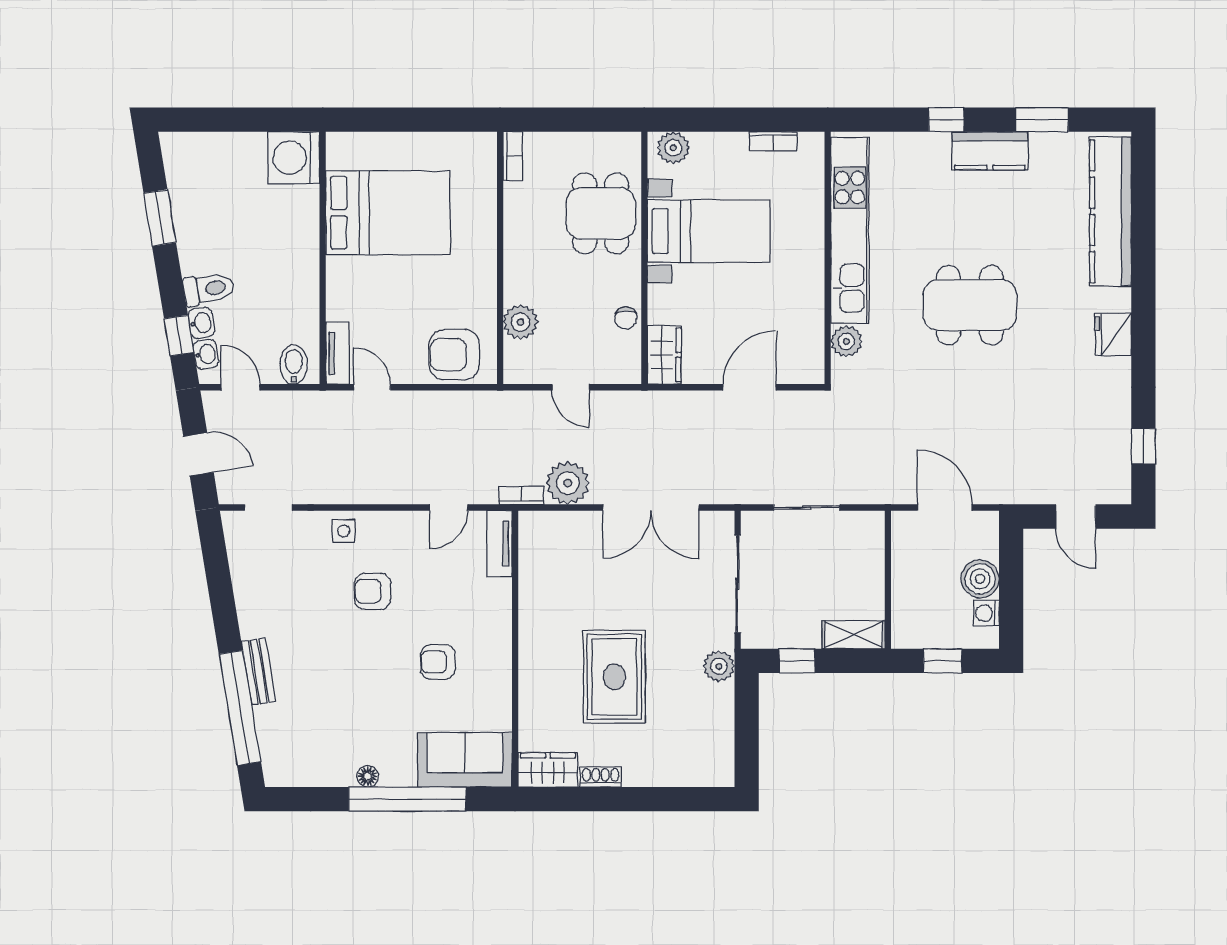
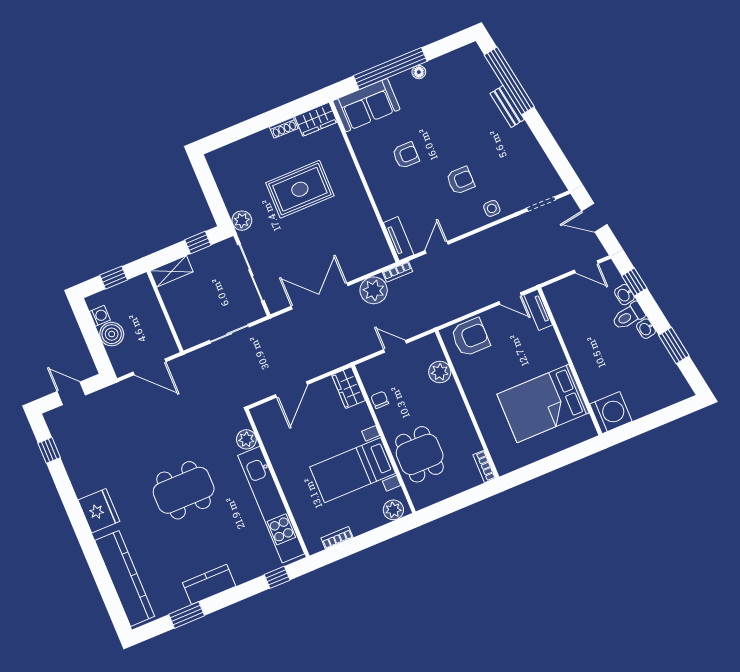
window: (946, 120) -> (277, 577), moved
fridge: (1113, 334) -> (99, 511), width x1.36, depth x1.34
washbasin: (206, 354) -> (646, 329), moved
bidet: (294, 365) -> (561, 293), removed
rug: (614, 677) -> (300, 189), turned 90

